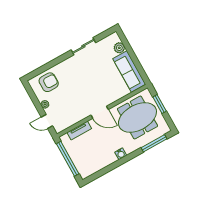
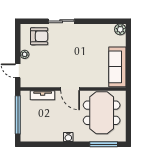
sliding door: (83, 46) -> (61, 21), moved
plant: (119, 48) -> (120, 29), moved
window: (160, 104) -> (128, 112), removed
meeting table: (137, 118) -> (102, 113), turned 90

